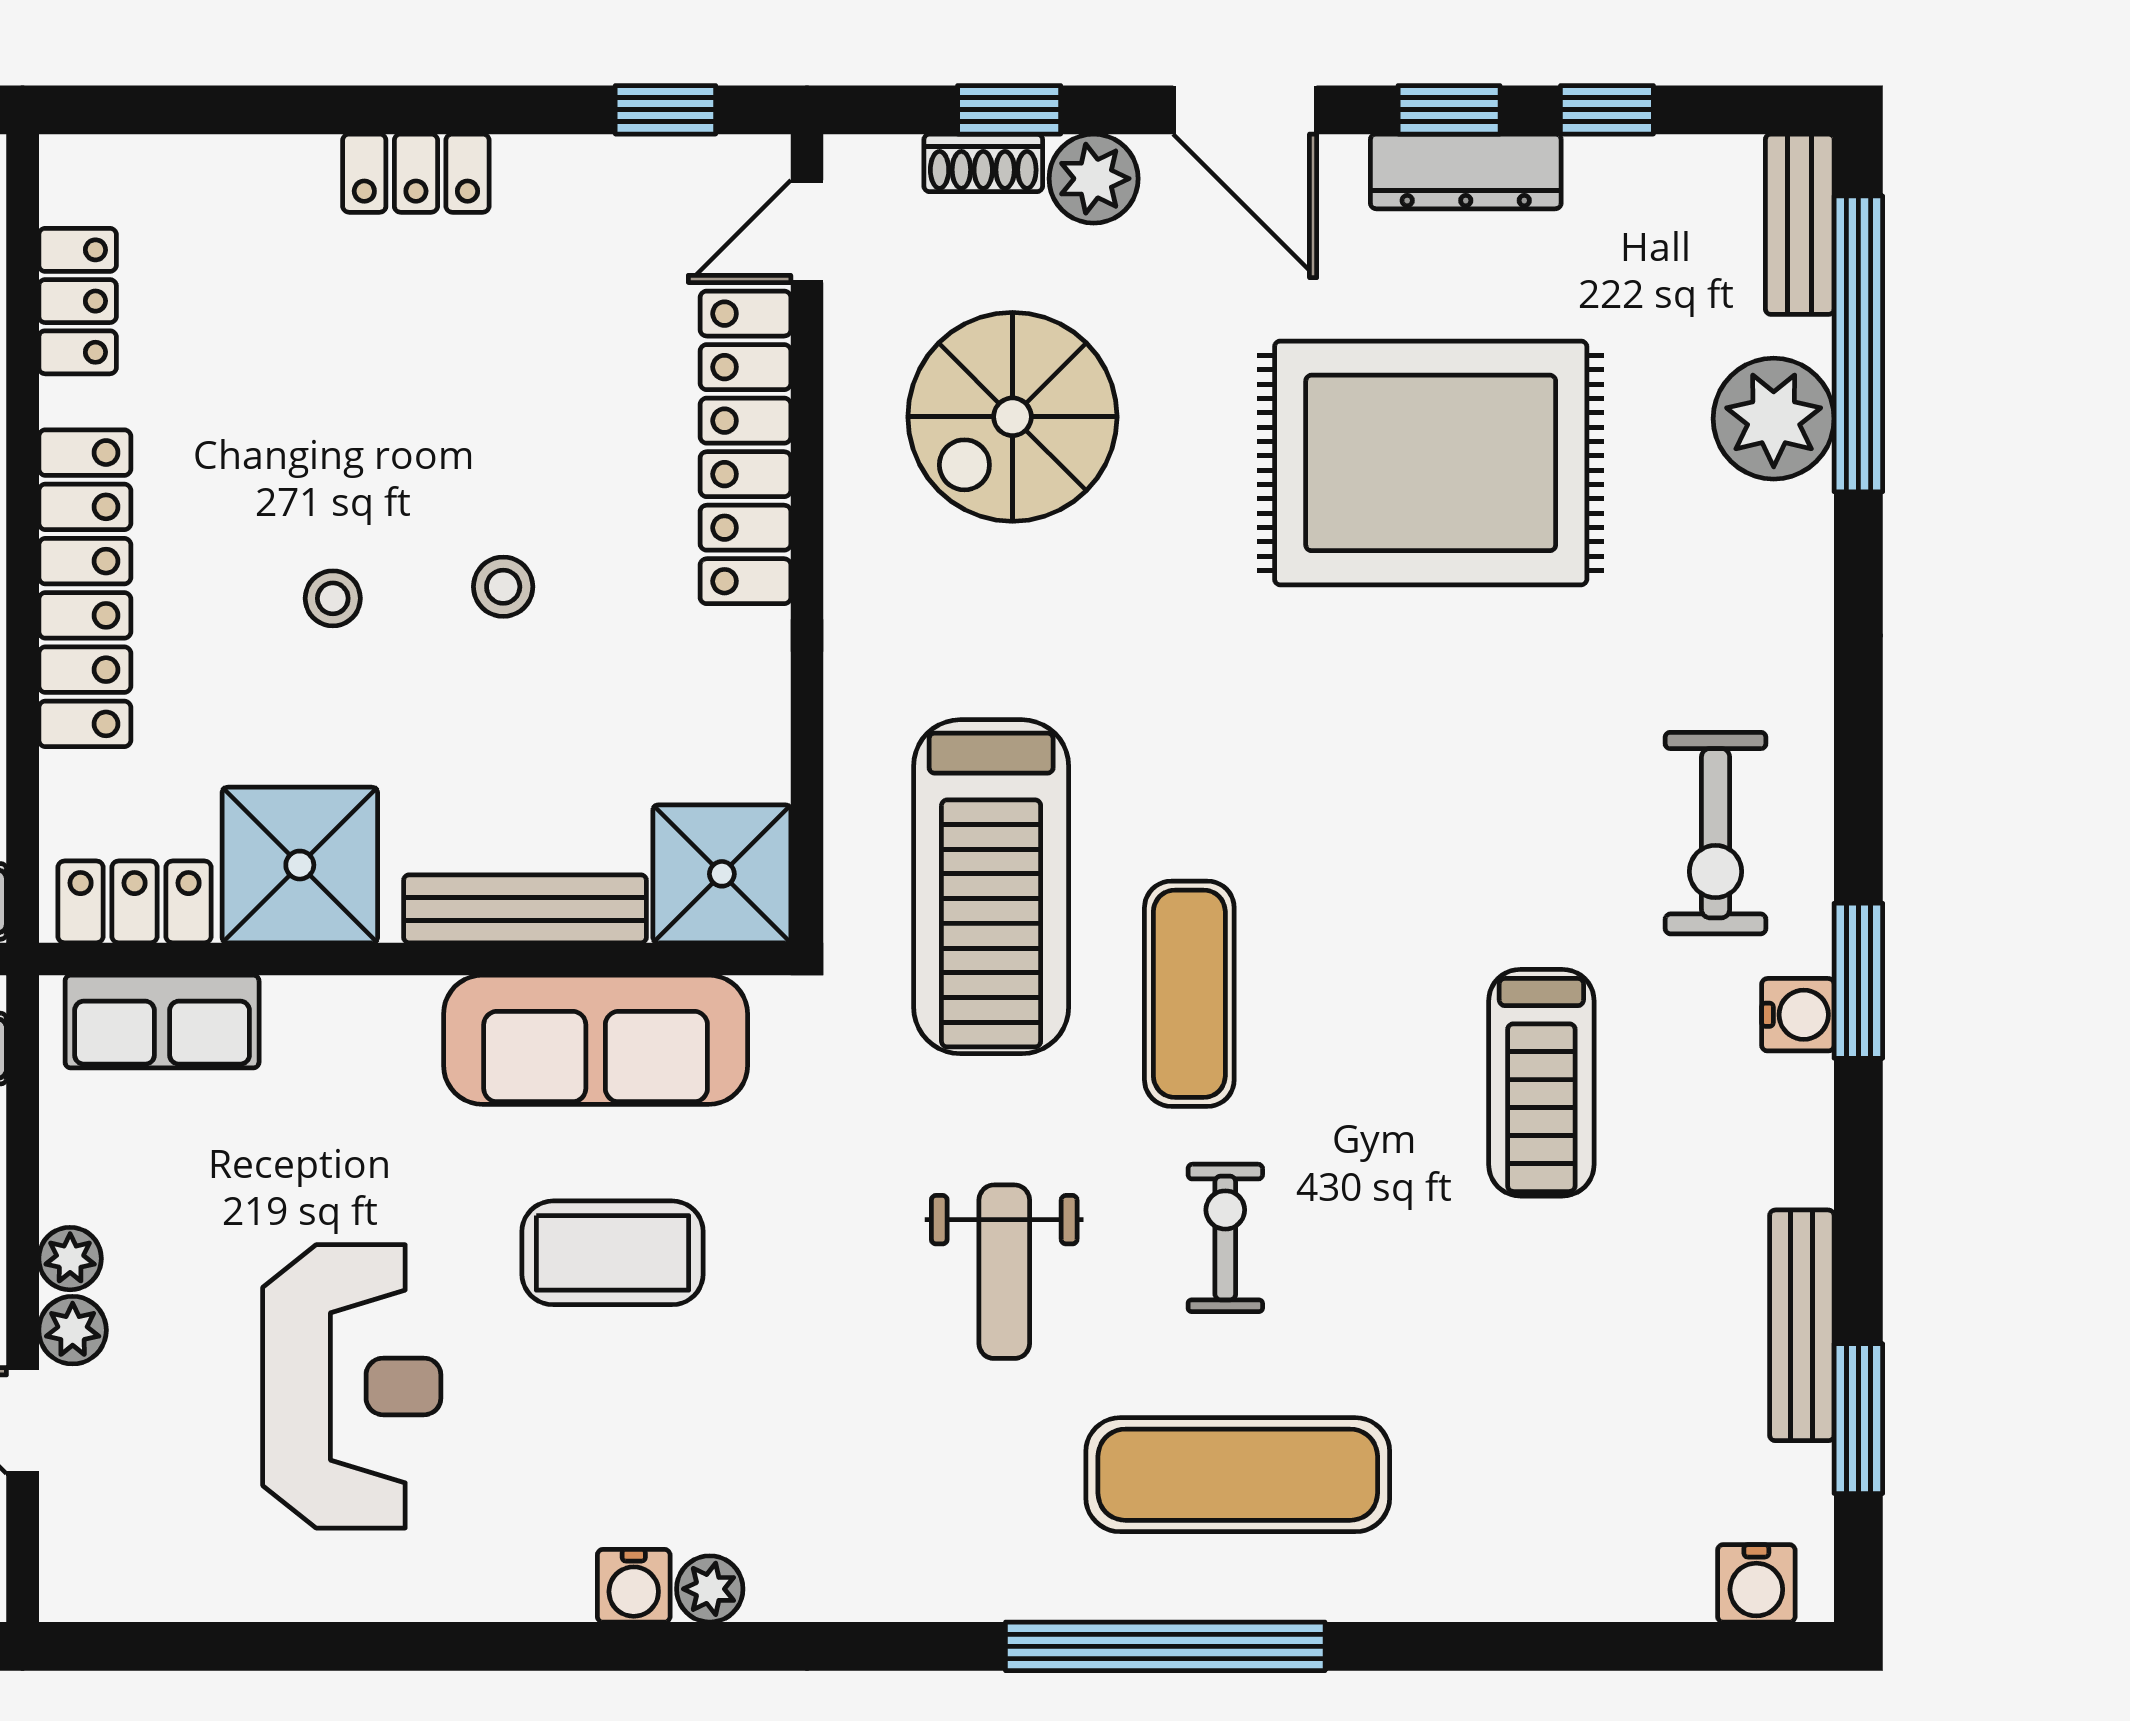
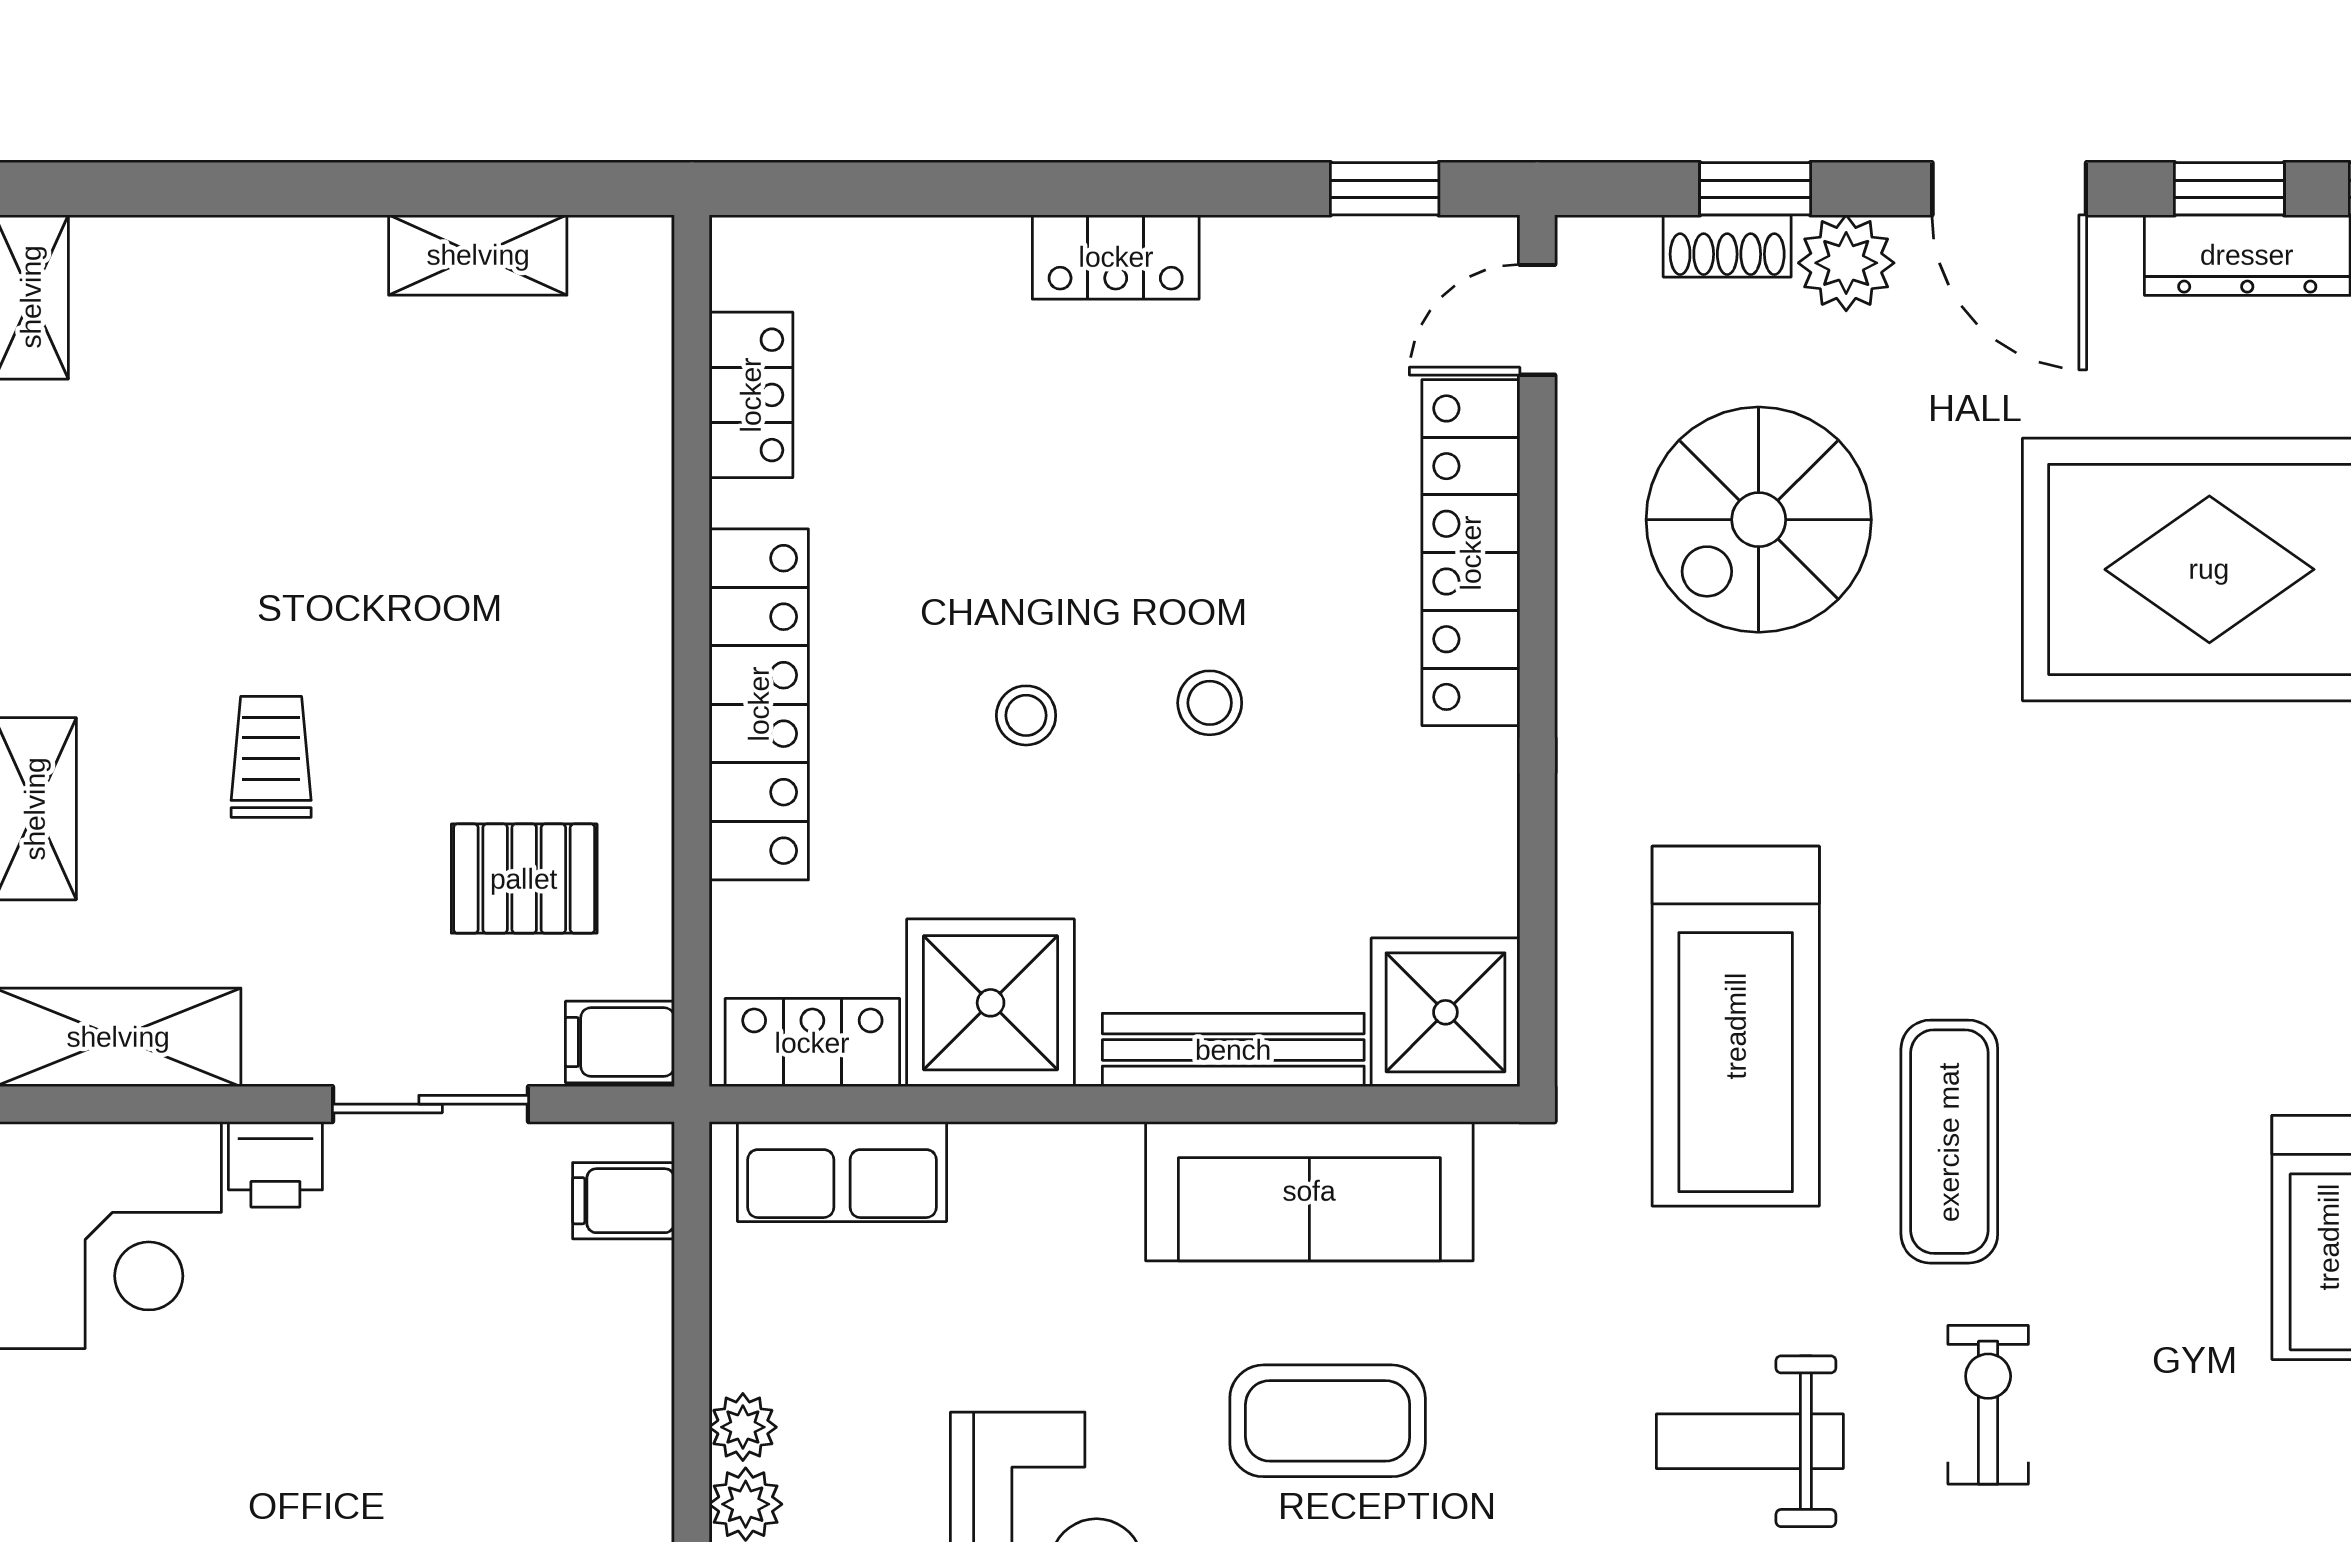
weight bench: (1004, 1272) -> (1750, 1441), turned 90

